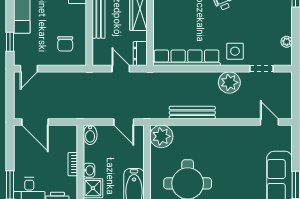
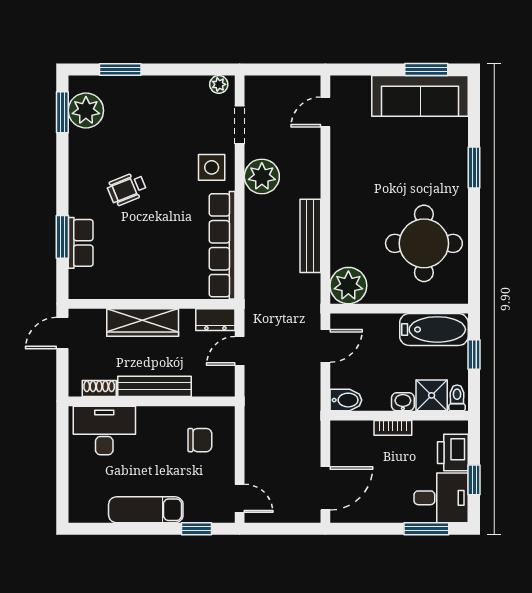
plant: (287, 42) -> (219, 84), moved

